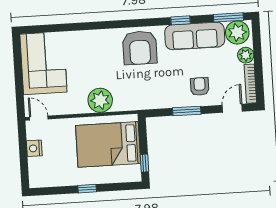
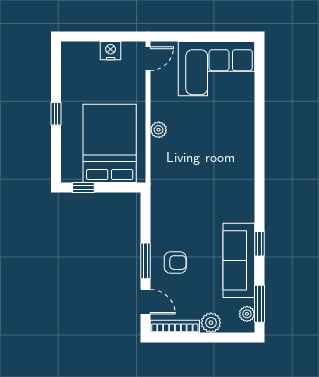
plant: (237, 32) -> (247, 314), width x0.53, depth x0.53
armchair: (140, 48) -> (228, 191), removed
plant: (100, 100) -> (159, 130), width x0.53, depth x0.53
window: (187, 111) -> (146, 261), moved

